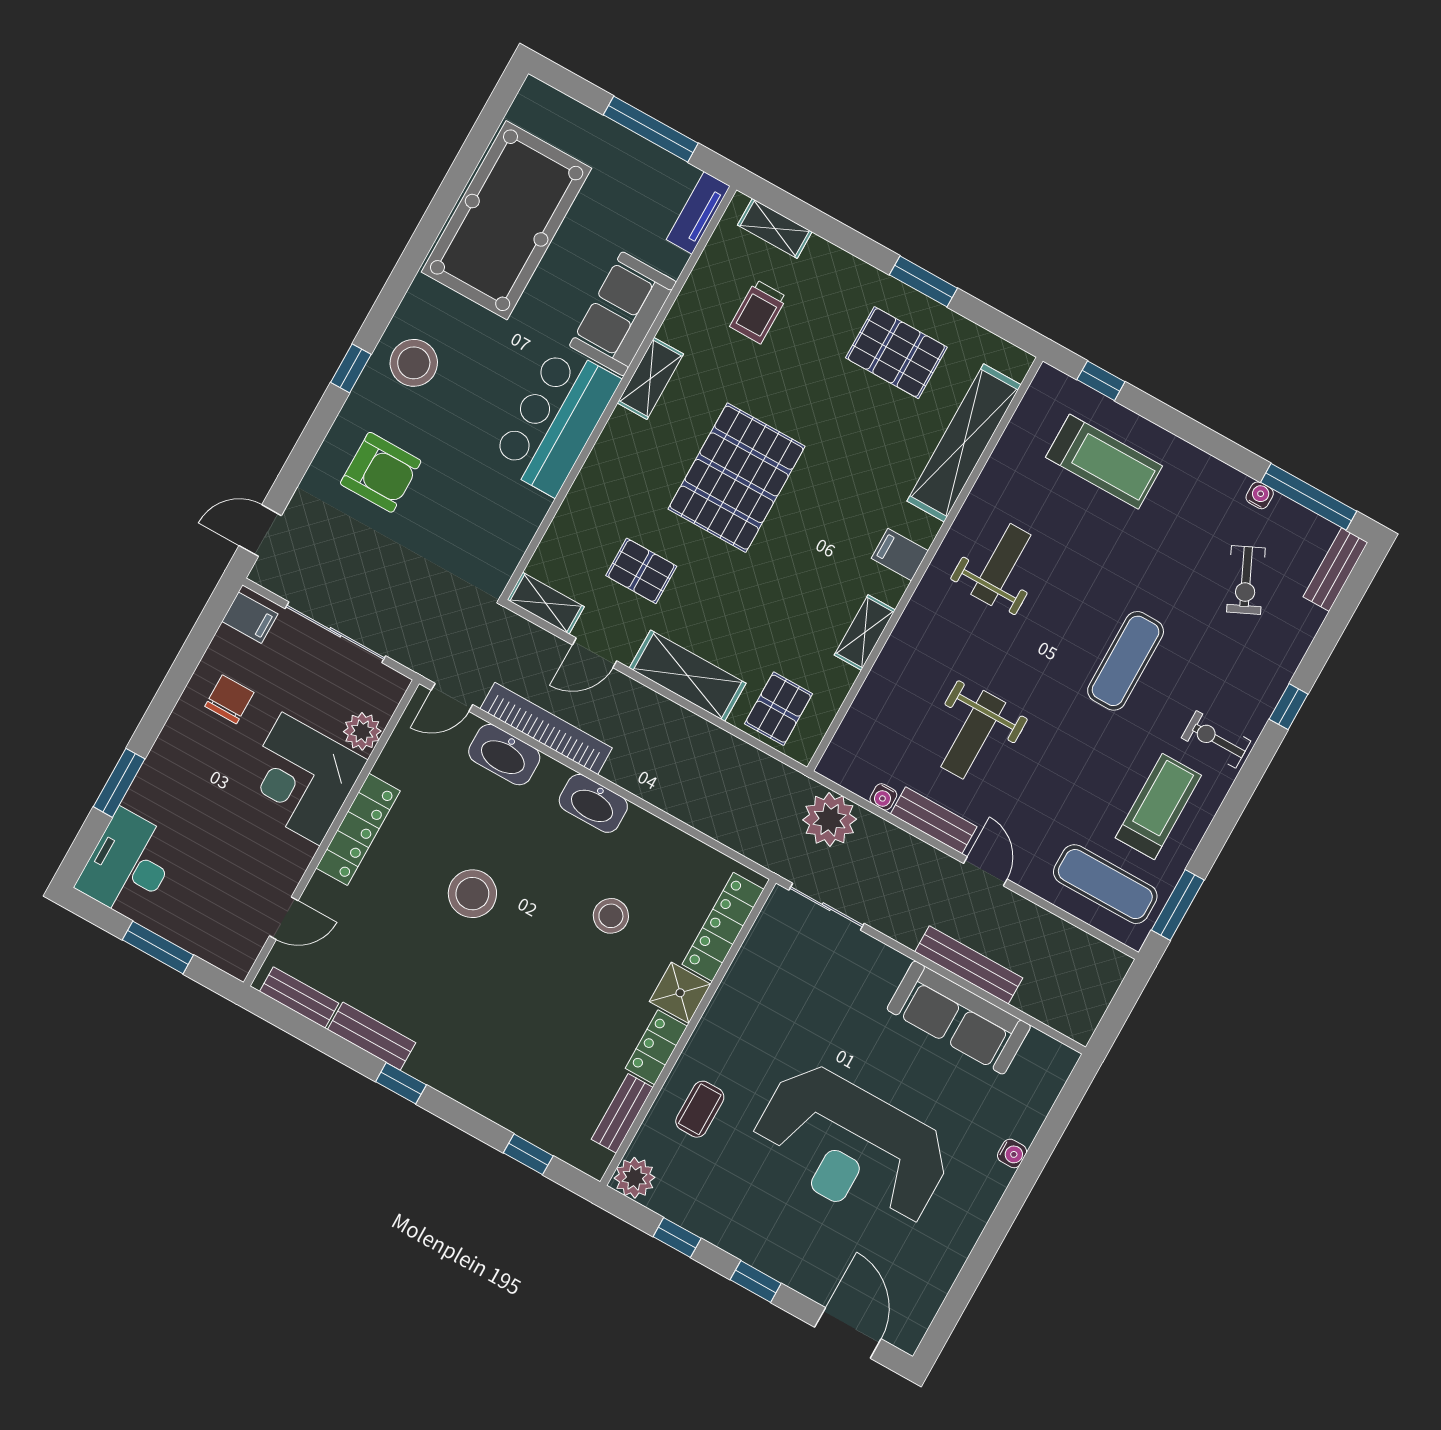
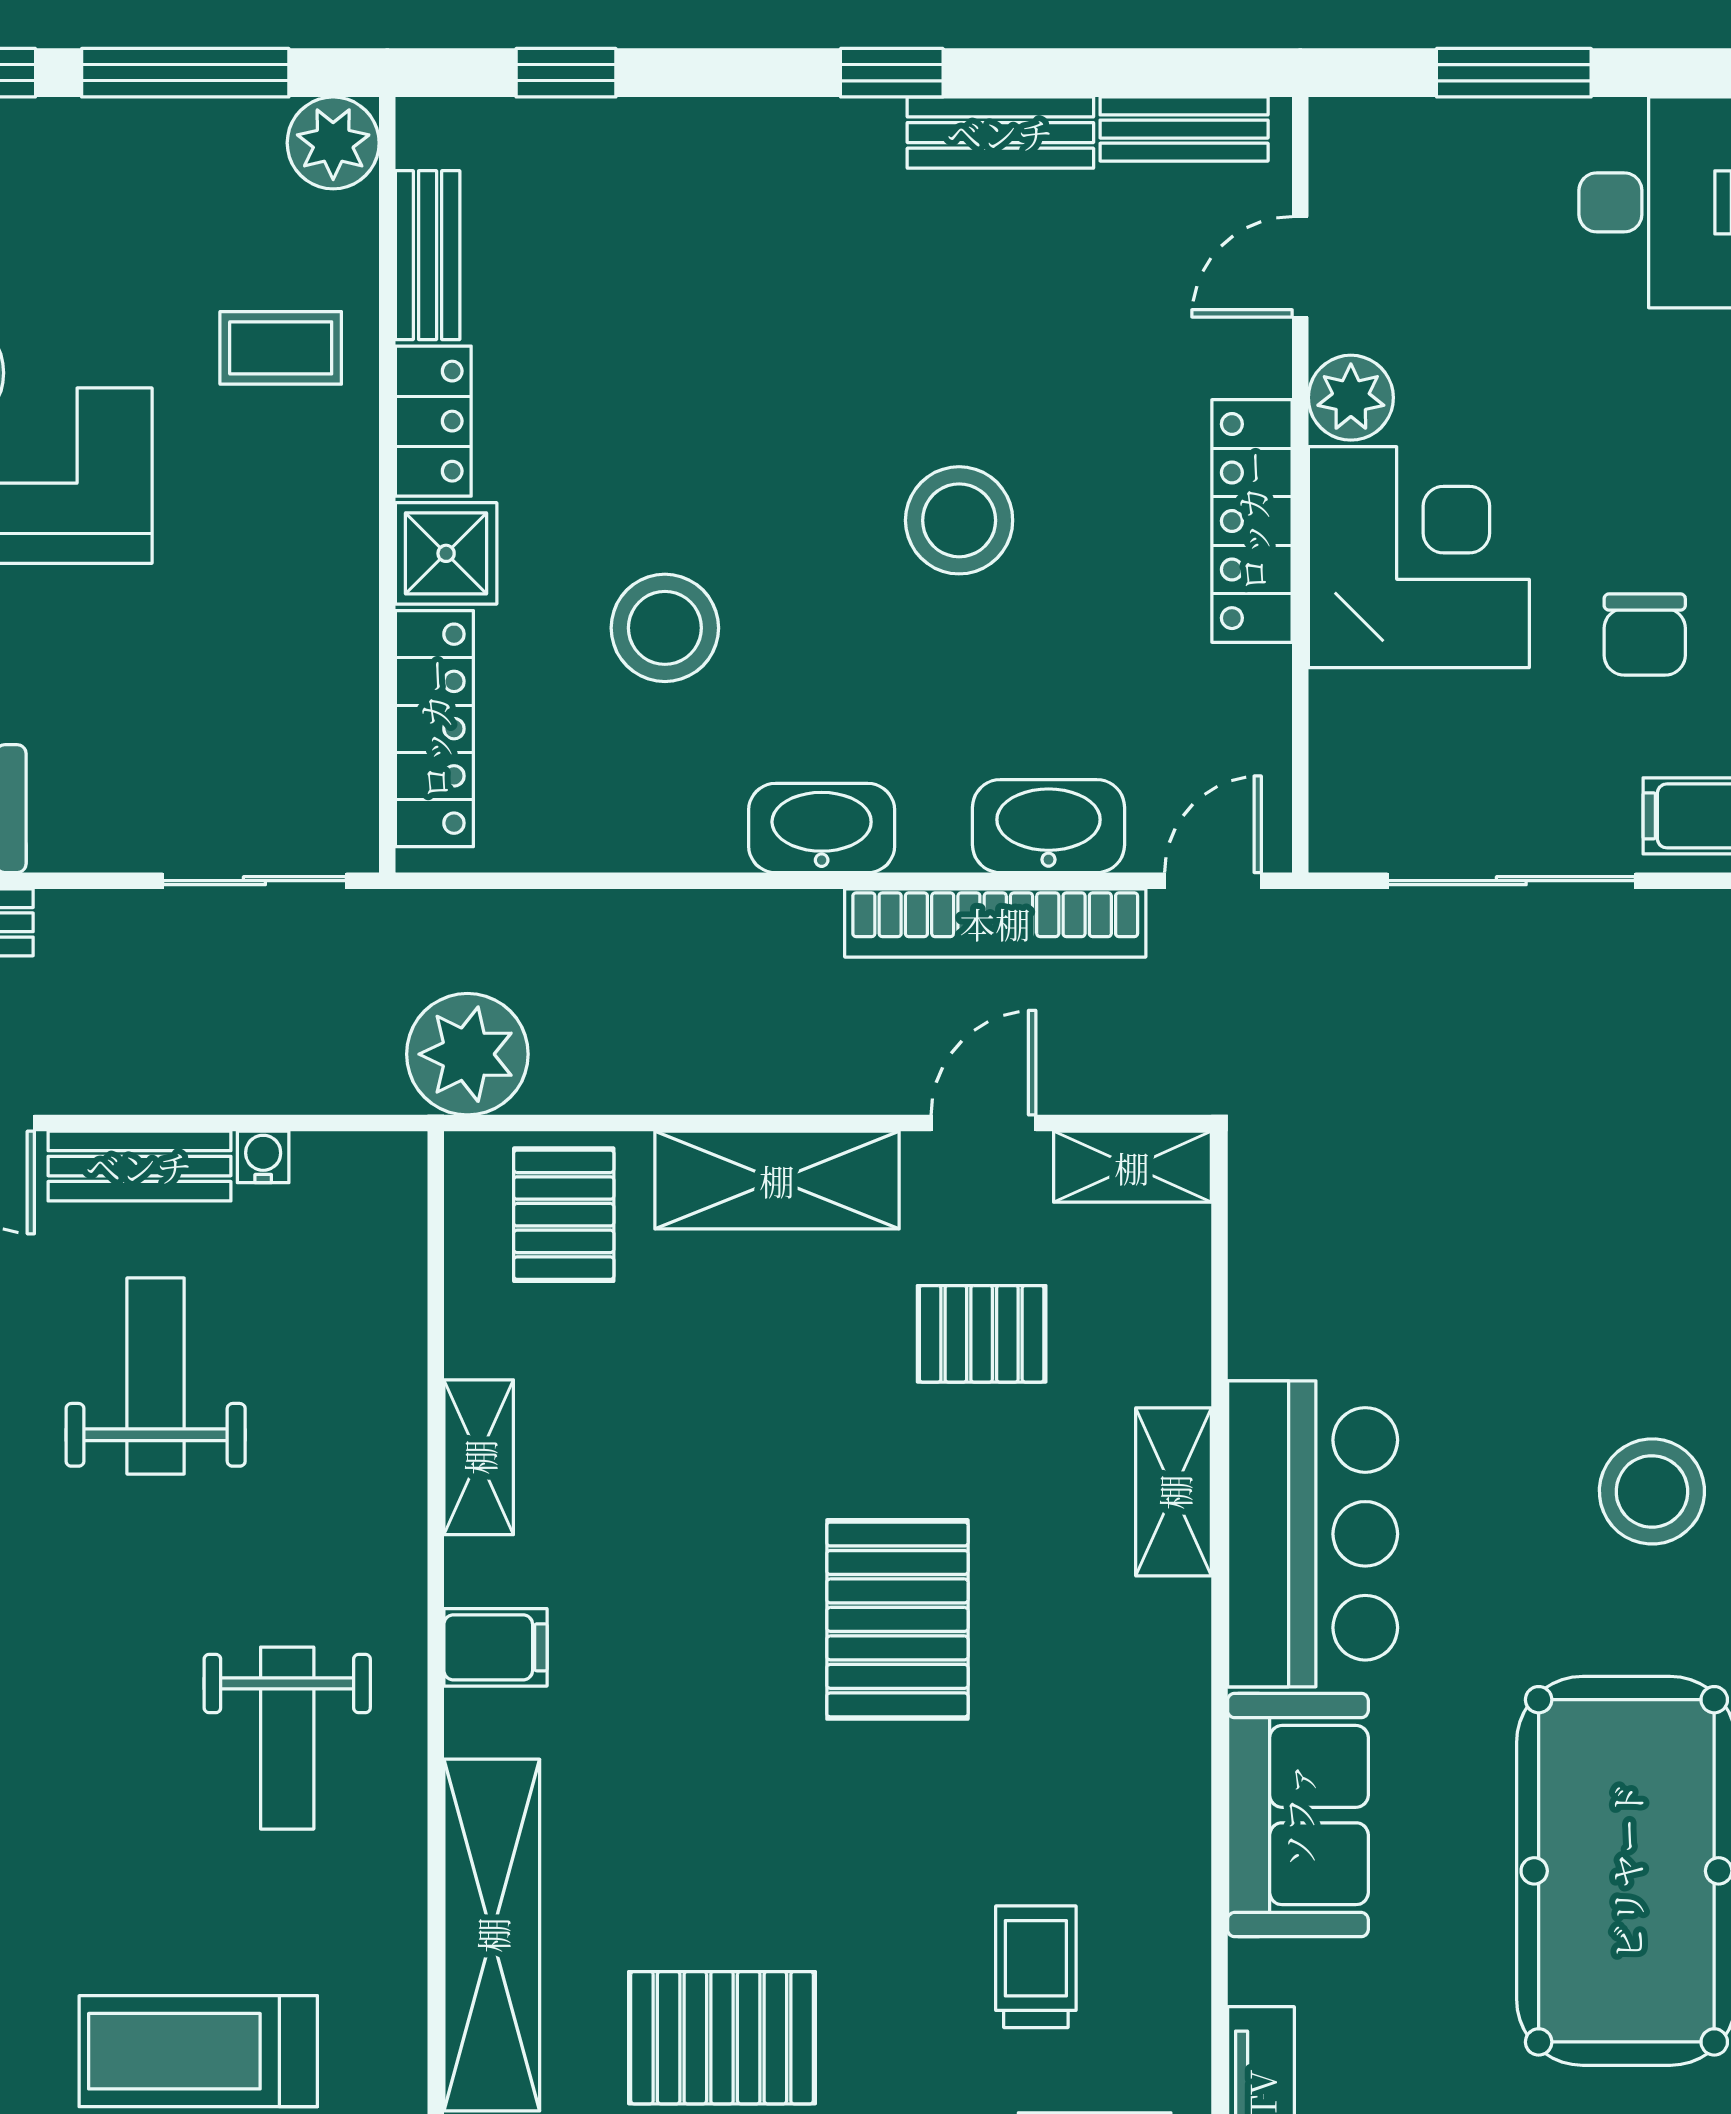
shelving: (650, 378) -> (1174, 1492), moved
armchair: (381, 472) -> (1597, 1242), removed
pallet: (737, 478) -> (897, 1619), width x0.73, depth x0.71
plant: (362, 731) -> (1351, 398), moved
plant: (830, 820) -> (467, 1054), moved
stool: (611, 916) -> (665, 628), width x1.38, depth x1.38
coffee table: (700, 1109) -> (281, 348), turned 90
window: (677, 1238) -> (185, 73), width x2.17

